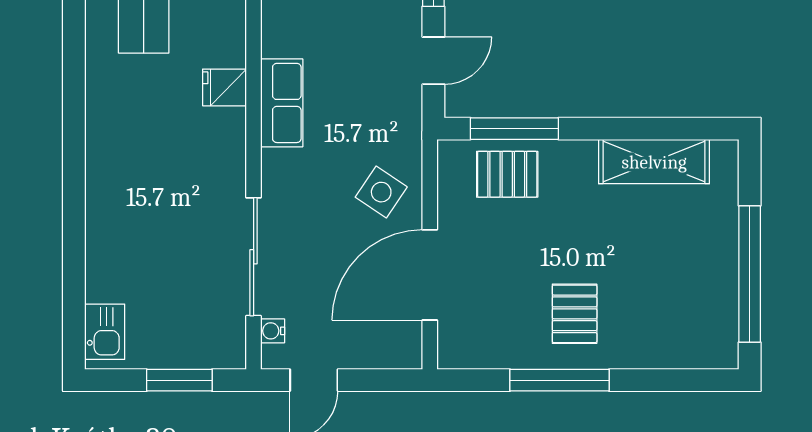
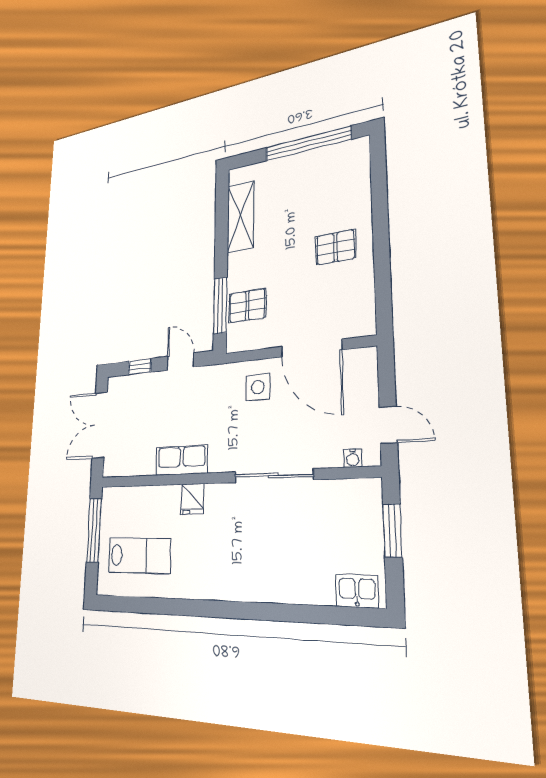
row of seats: (282, 103) -> (182, 460), moved
pallet: (507, 174) -> (247, 306), turned 90
side table: (381, 192) -> (258, 387), turned -34
sliding door: (254, 257) -> (273, 476), moved
window: (559, 380) -> (381, 249), removed

